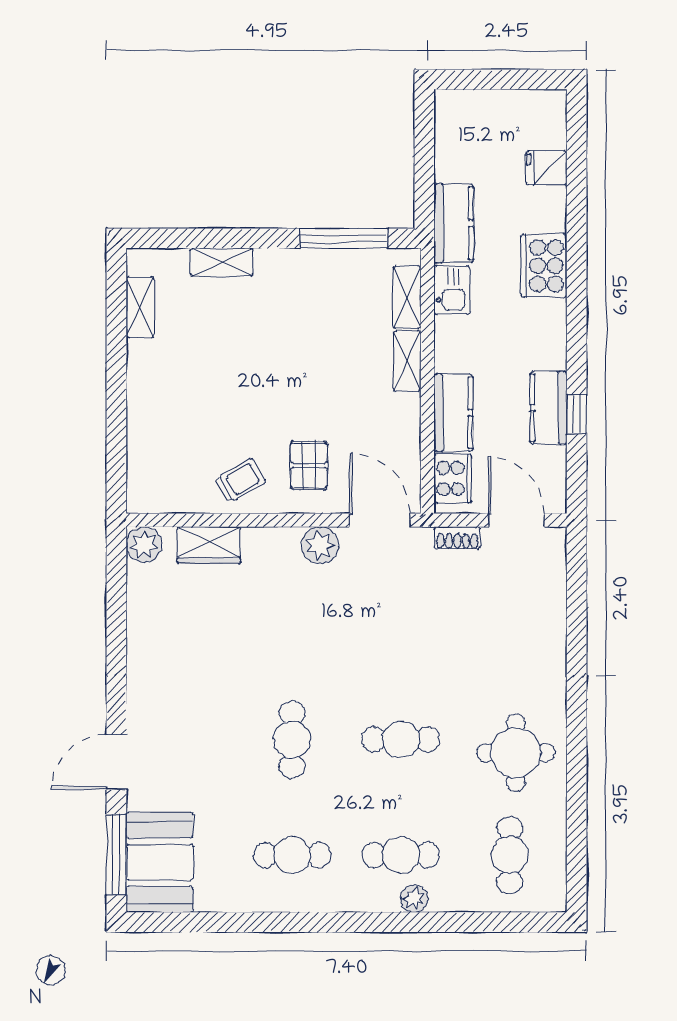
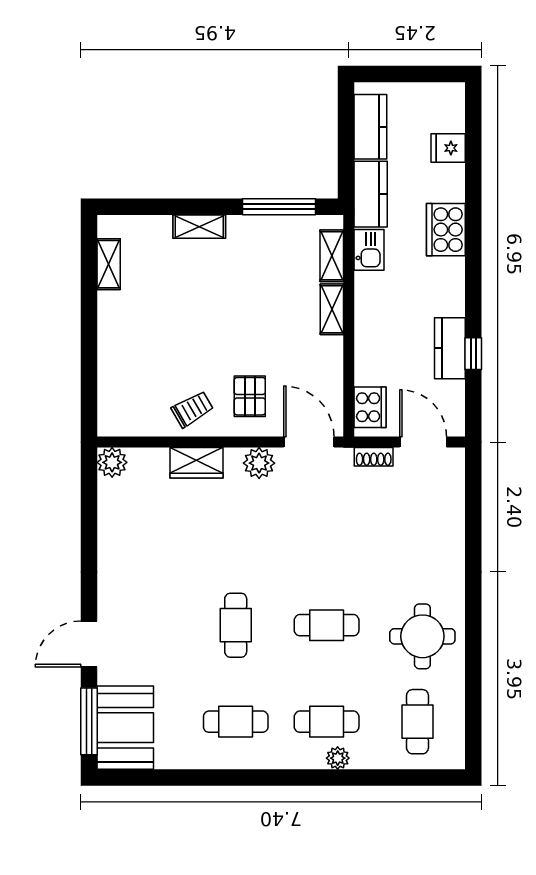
shelving: (222, 262) -> (199, 227), moved
kitchen counter: (453, 413) -> (370, 127), moved
wardrobe: (209, 545) -> (196, 463), moved

